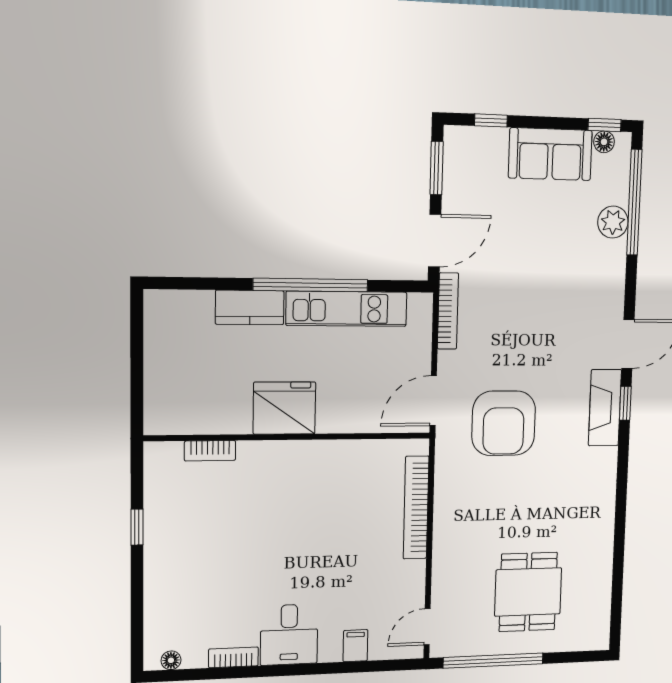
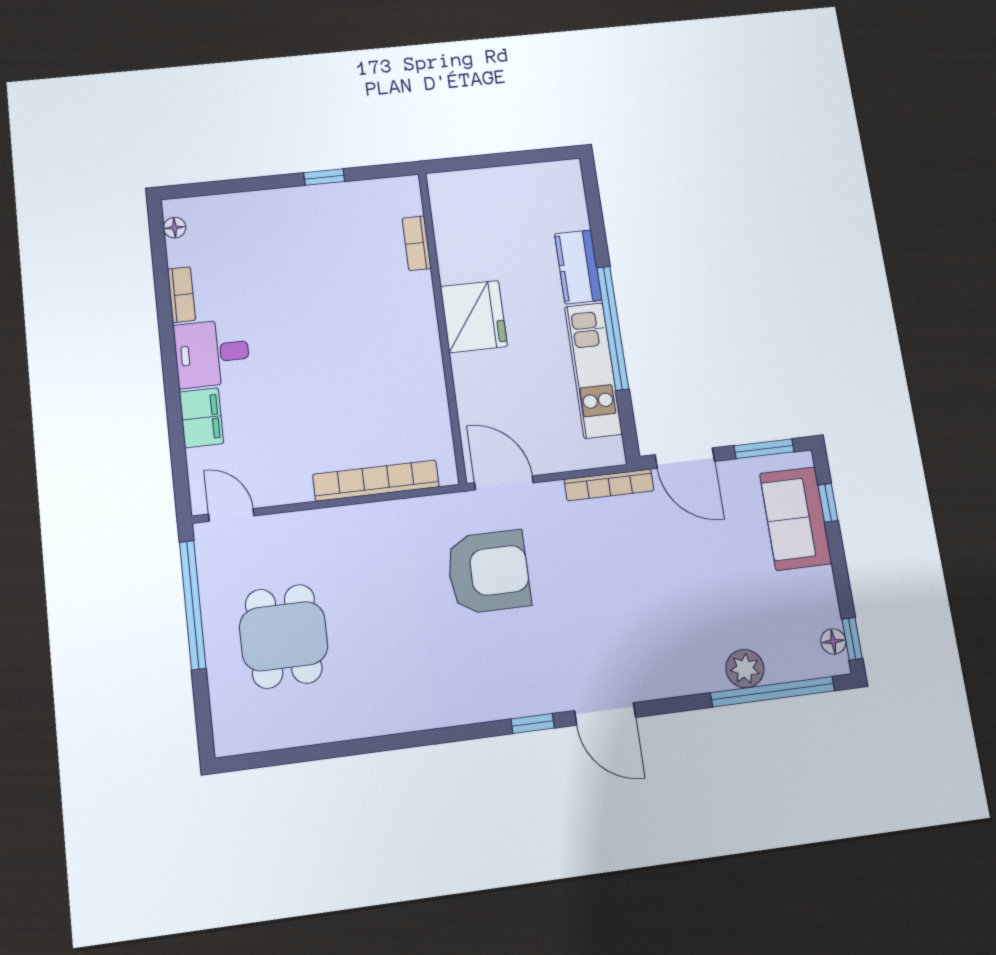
sofa: (550, 154) -> (796, 518), moved
fireplace: (605, 408) -> (524, 698), removed
armchair: (504, 423) -> (488, 572), turned 180
dining table: (528, 592) -> (284, 636), turned 90
filing cabinet: (355, 646) -> (201, 418), width x2.00

